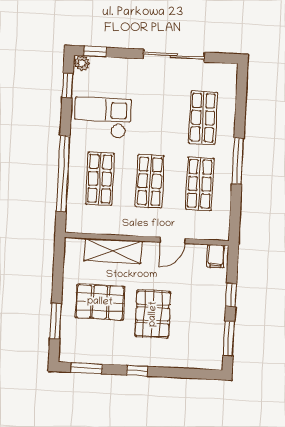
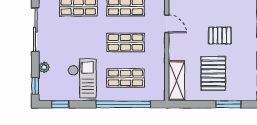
plant: (82, 63) -> (44, 67), moved
checkout: (103, 118) -> (82, 78), turned 180
shelving: (113, 251) -> (176, 81), moved
pallet: (153, 314) -> (220, 36), width x0.67, depth x0.71

